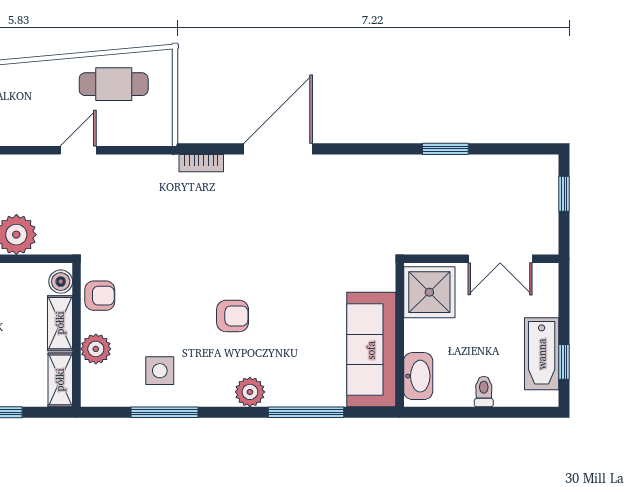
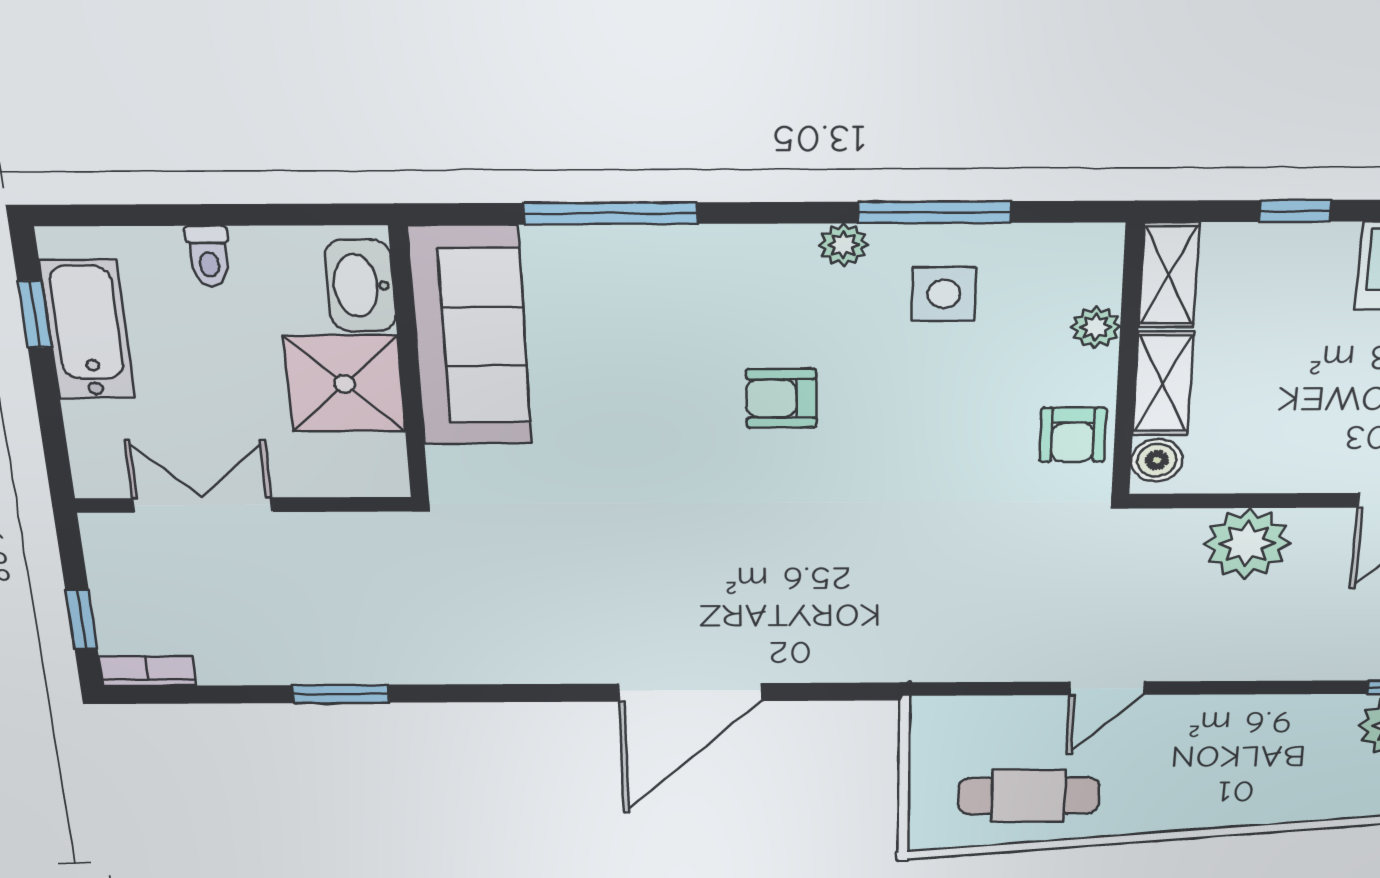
bookcase: (201, 163) -> (147, 671), moved
shower: (429, 292) -> (345, 384), moved
armchair: (100, 296) -> (1073, 435), turned -90
plant: (96, 349) -> (1096, 327), width x0.73, depth x0.73
plant: (250, 392) -> (844, 245), moved, width x0.73, depth x0.73

